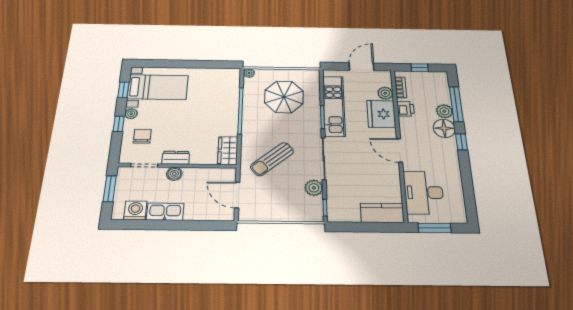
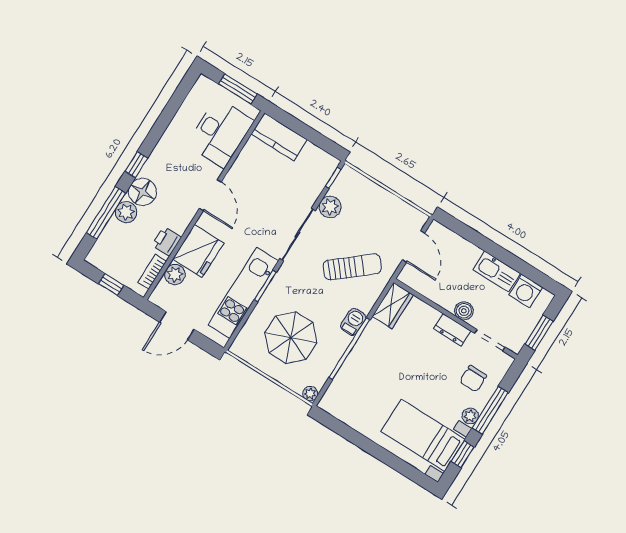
window: (119, 124) -> (490, 410), width x2.17
barbecue: (249, 127) -> (353, 322), added

